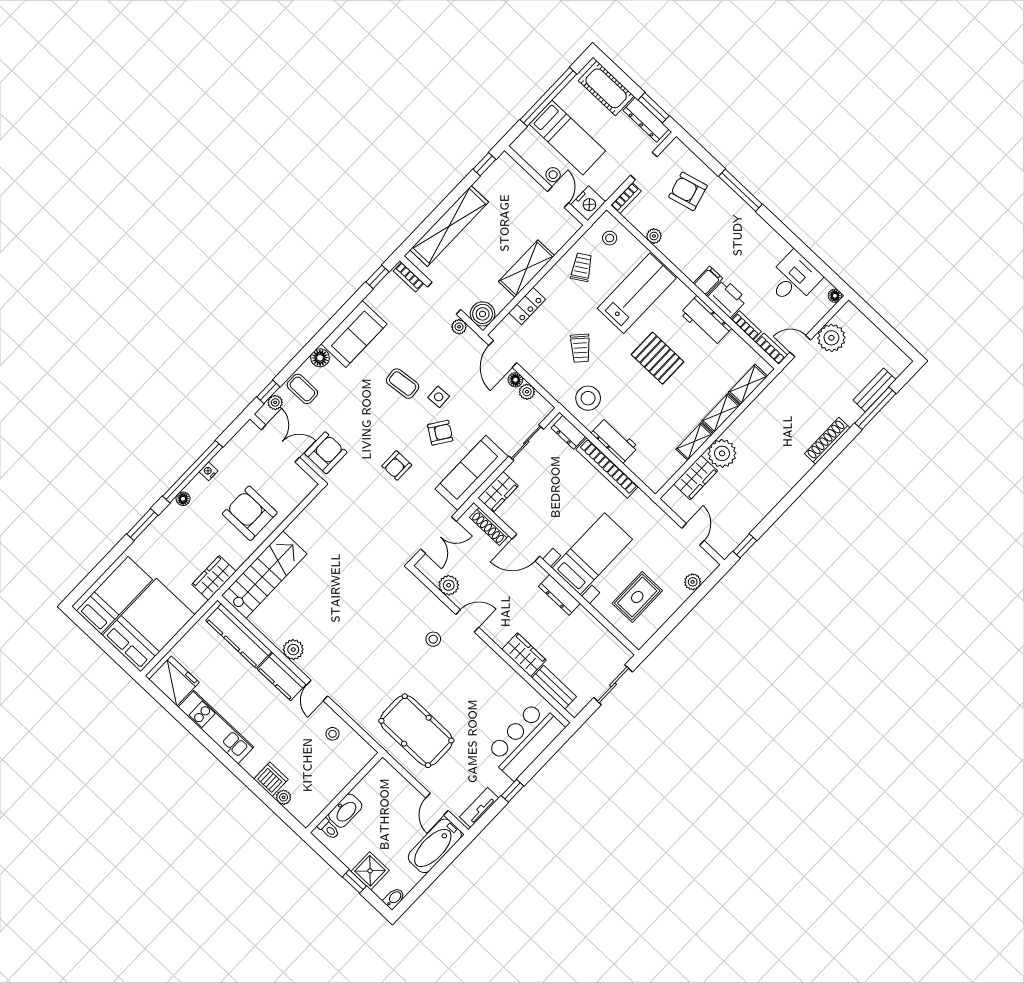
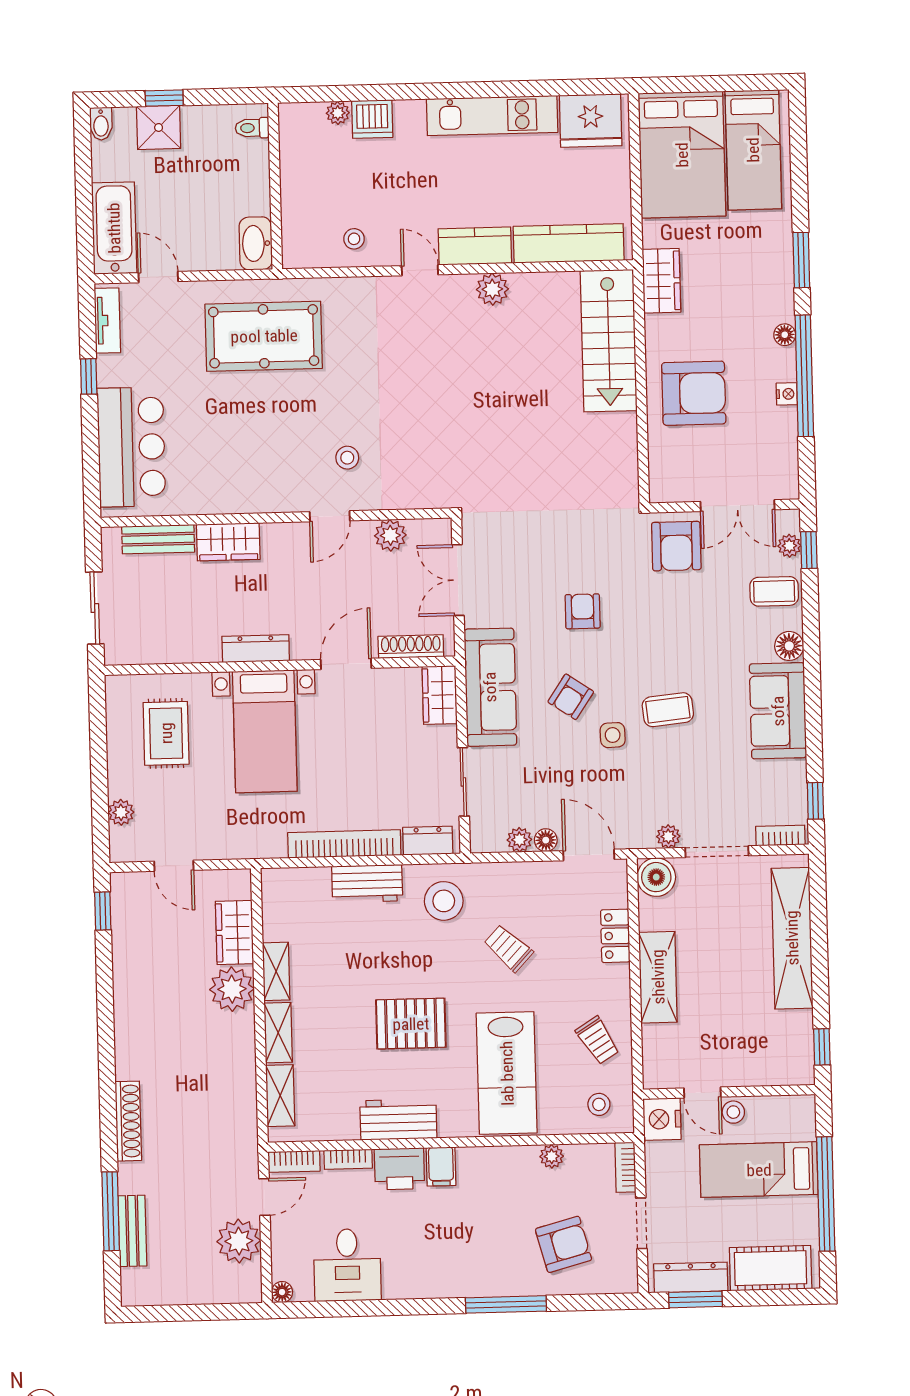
washbasin: (345, 811) -> (256, 243), moved

